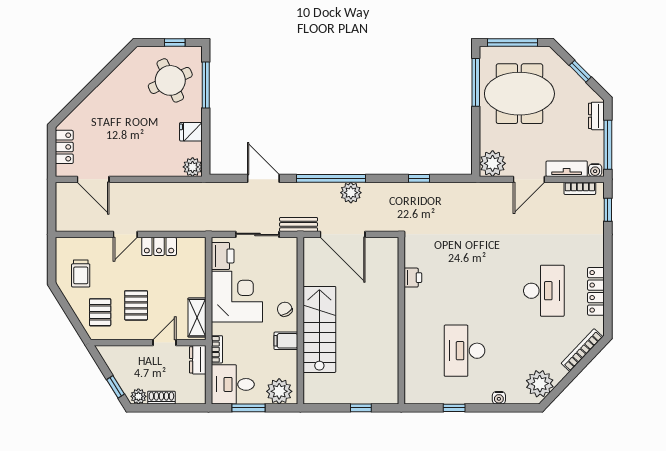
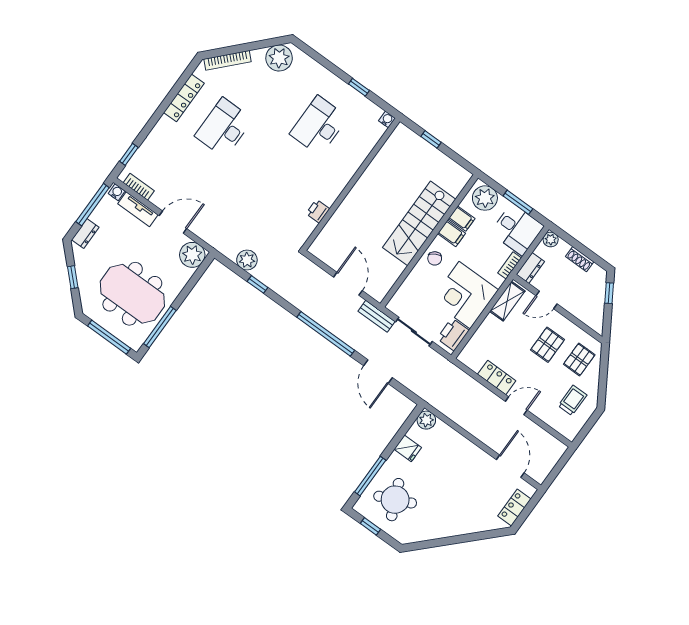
plant: (351, 193) -> (247, 260), moved
door: (343, 234) -> (348, 284), width x0.73
desk: (465, 351) -> (319, 126), turned 180
filing cabinet: (286, 360) -> (462, 219), added
plant: (138, 396) -> (551, 240), moved
water cooler: (499, 398) -> (387, 119), moved

